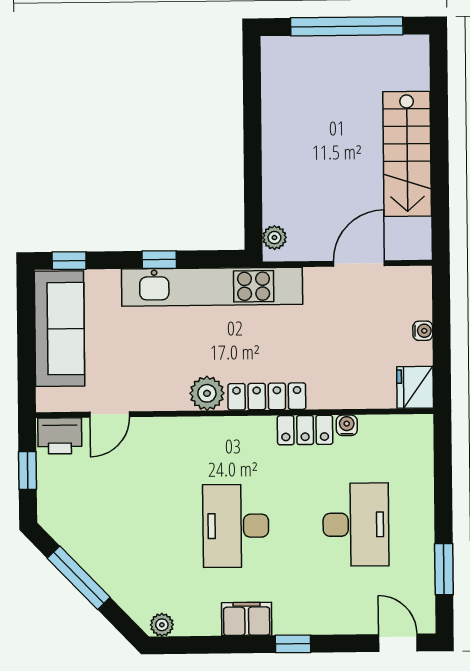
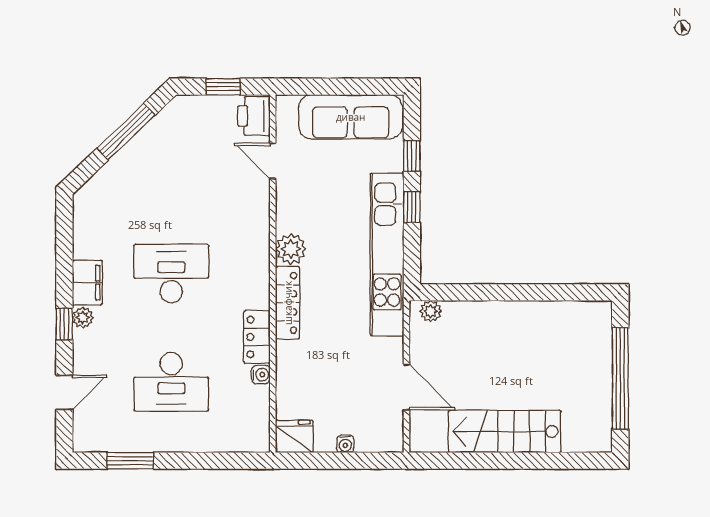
window: (69, 261) -> (412, 156), moved
plant: (162, 625) -> (83, 318), moved
door: (398, 643) -> (64, 392), moved

